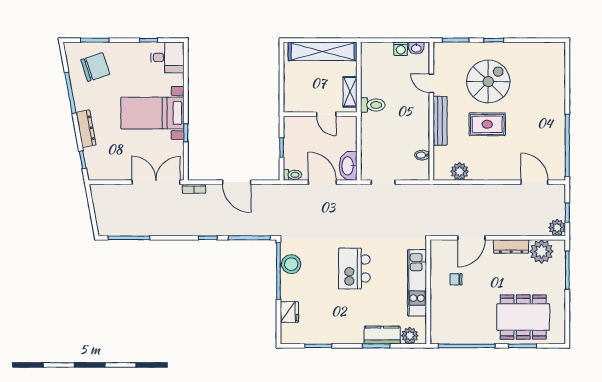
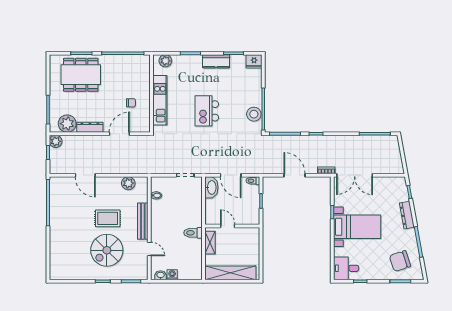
door: (534, 182) -> (85, 175), moved
kitchen island: (354, 269) -> (207, 111), turned 180
fridge: (289, 312) -> (254, 61), moved, turned -90
kitchen counter: (382, 335) -> (216, 61), moved

